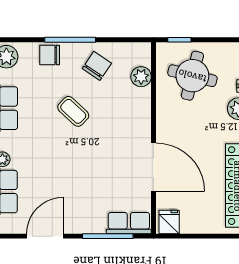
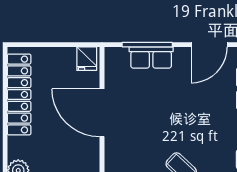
row of seats: (129, 223) -> (151, 58), moved

